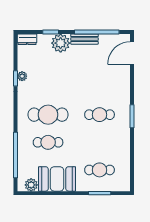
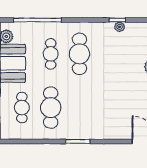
cafe table: (100, 115) -> (51, 108), moved, width x1.37, depth x1.35

